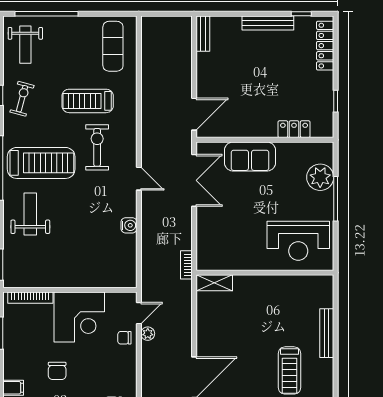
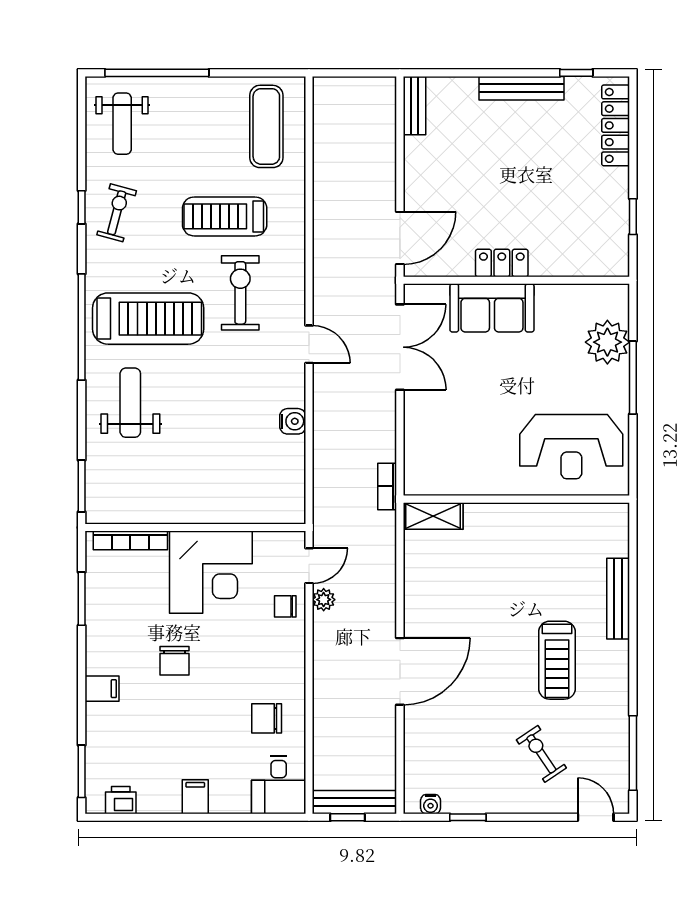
locker: (294, 129) -> (502, 263), moved

